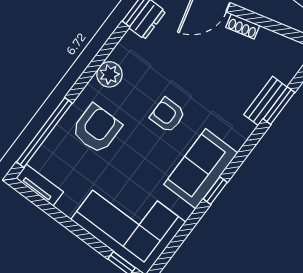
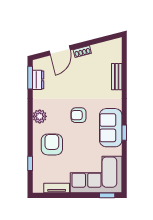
window: (279, 106) -> (124, 74), removed
window: (44, 132) -> (30, 163), width x0.32
tv unit: (40, 185) -> (57, 188), moved

